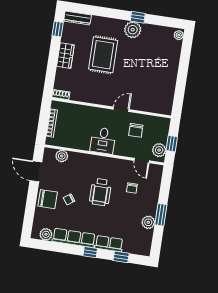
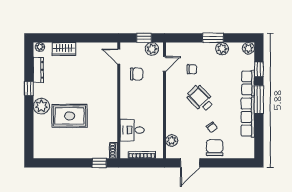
dresser: (77, 18) -> (38, 70), moved
window: (58, 29) -> (99, 163), moved
plant: (133, 30) -> (41, 106), moved
wardrobe: (65, 56) -> (64, 49), moved, turned 180
door: (121, 109) -> (119, 56), moved
desk: (103, 141) -> (132, 130), moved, turned 180
wheelchair: (100, 192) -> (200, 99), turned -134
plant: (46, 234) -> (248, 48), moved
window: (90, 252) -> (259, 100), width x2.17

